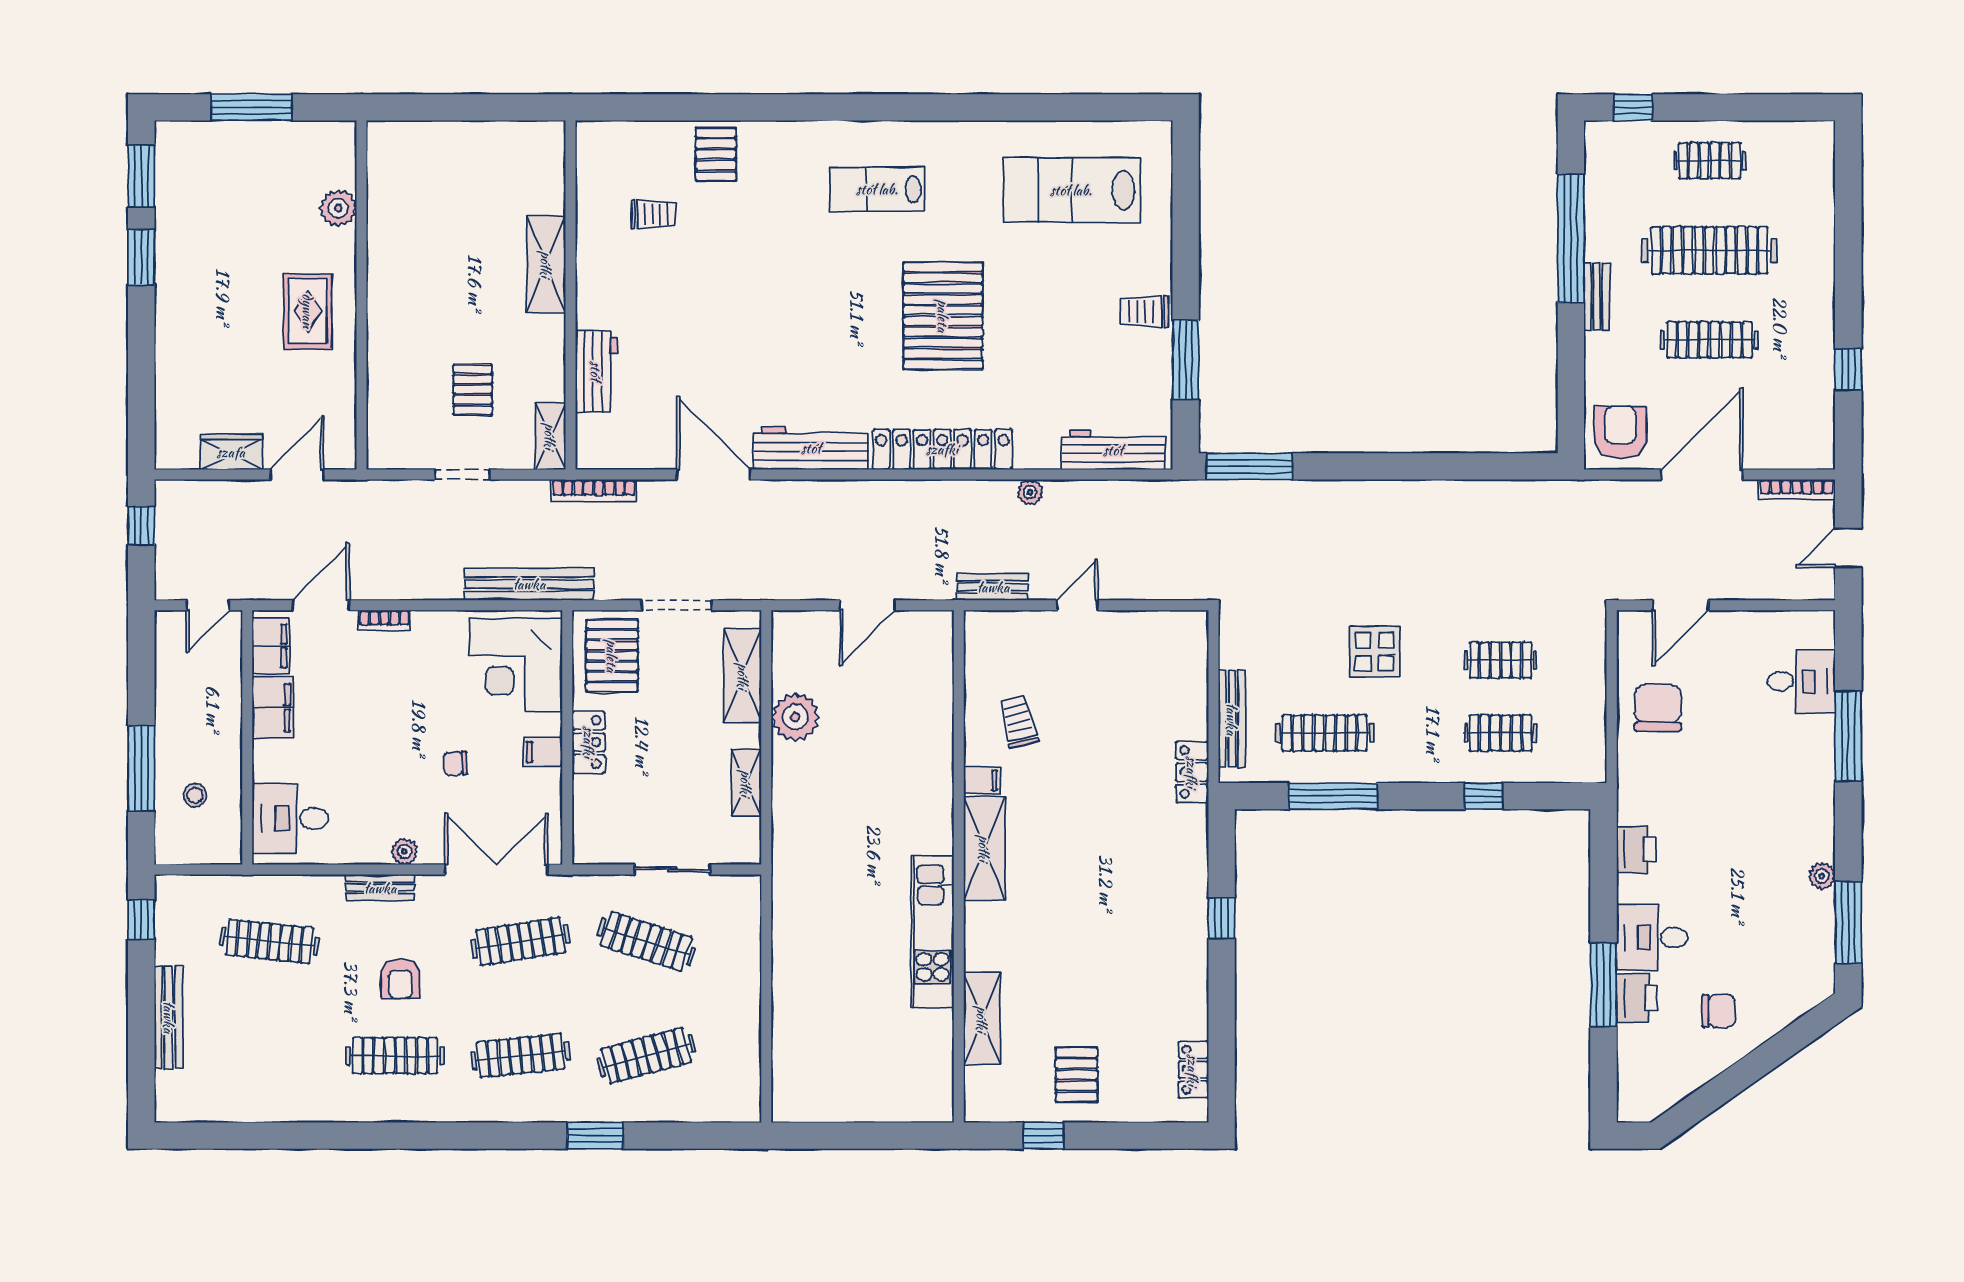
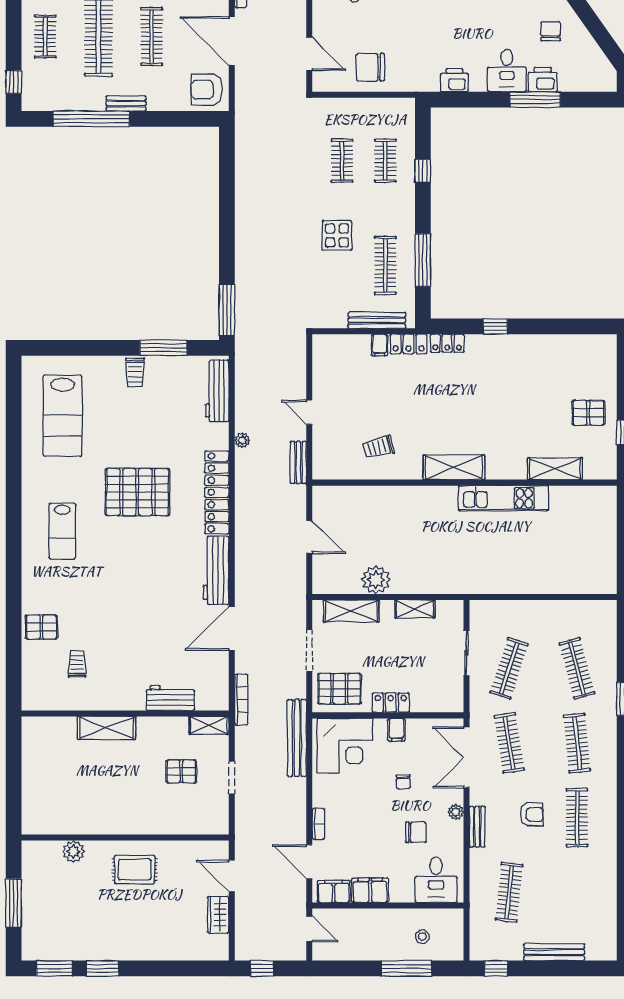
filing cabinet: (982, 780) -> (380, 345), moved, turned 180
chair: (370, 784) -> (416, 832), added
locker: (1193, 1070) -> (447, 343), moved

